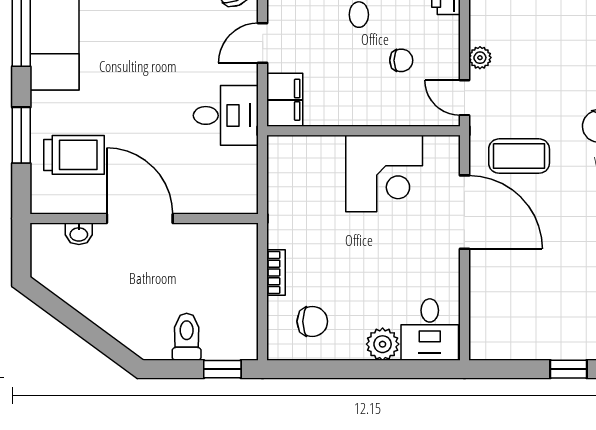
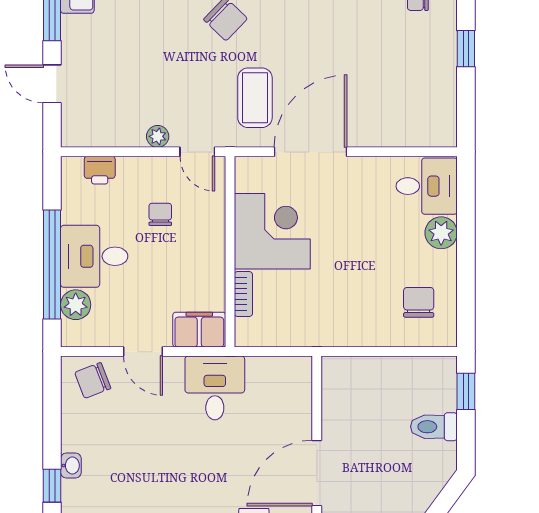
door: (464, 98) -> (197, 152), hinge flipped
bookcase: (276, 272) -> (243, 294), moved, turned 90

